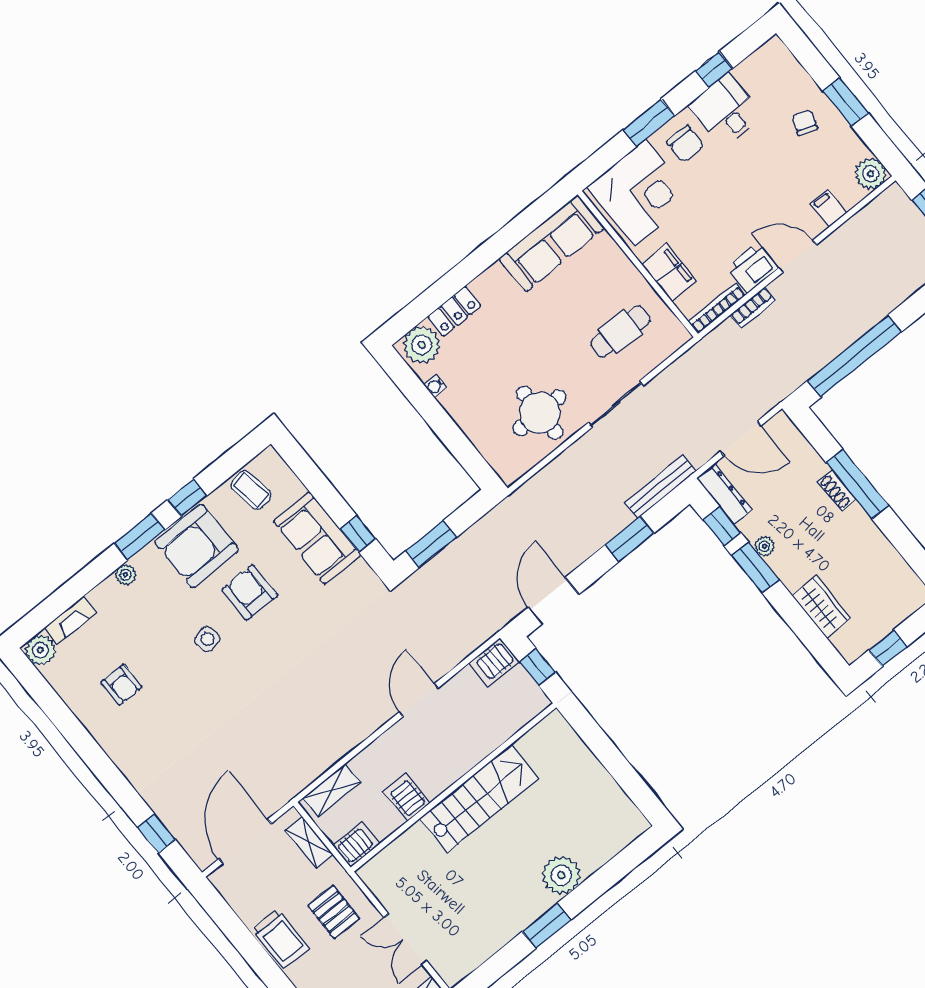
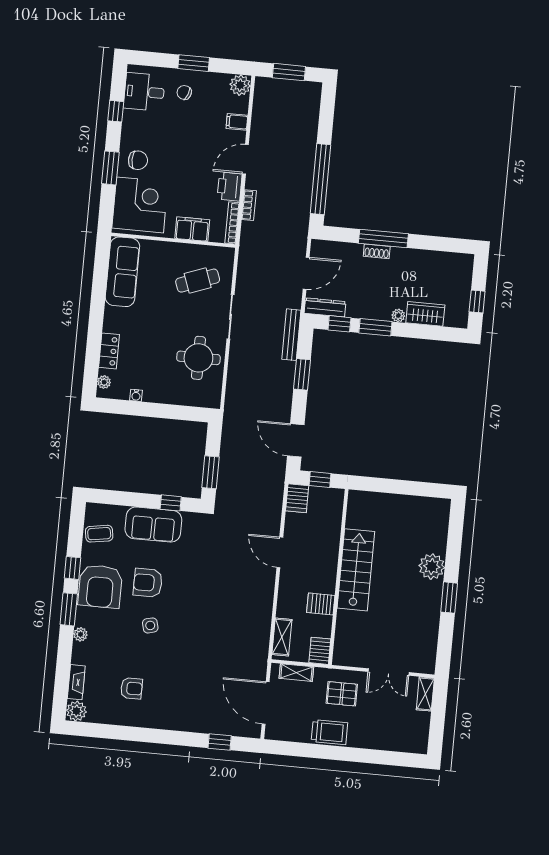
desk: (726, 111) -> (144, 92), moved
cafe table: (620, 332) -> (198, 281), turned 68
plant: (422, 345) -> (104, 382), width x0.53, depth x0.53
plant: (764, 546) -> (398, 315), moved

